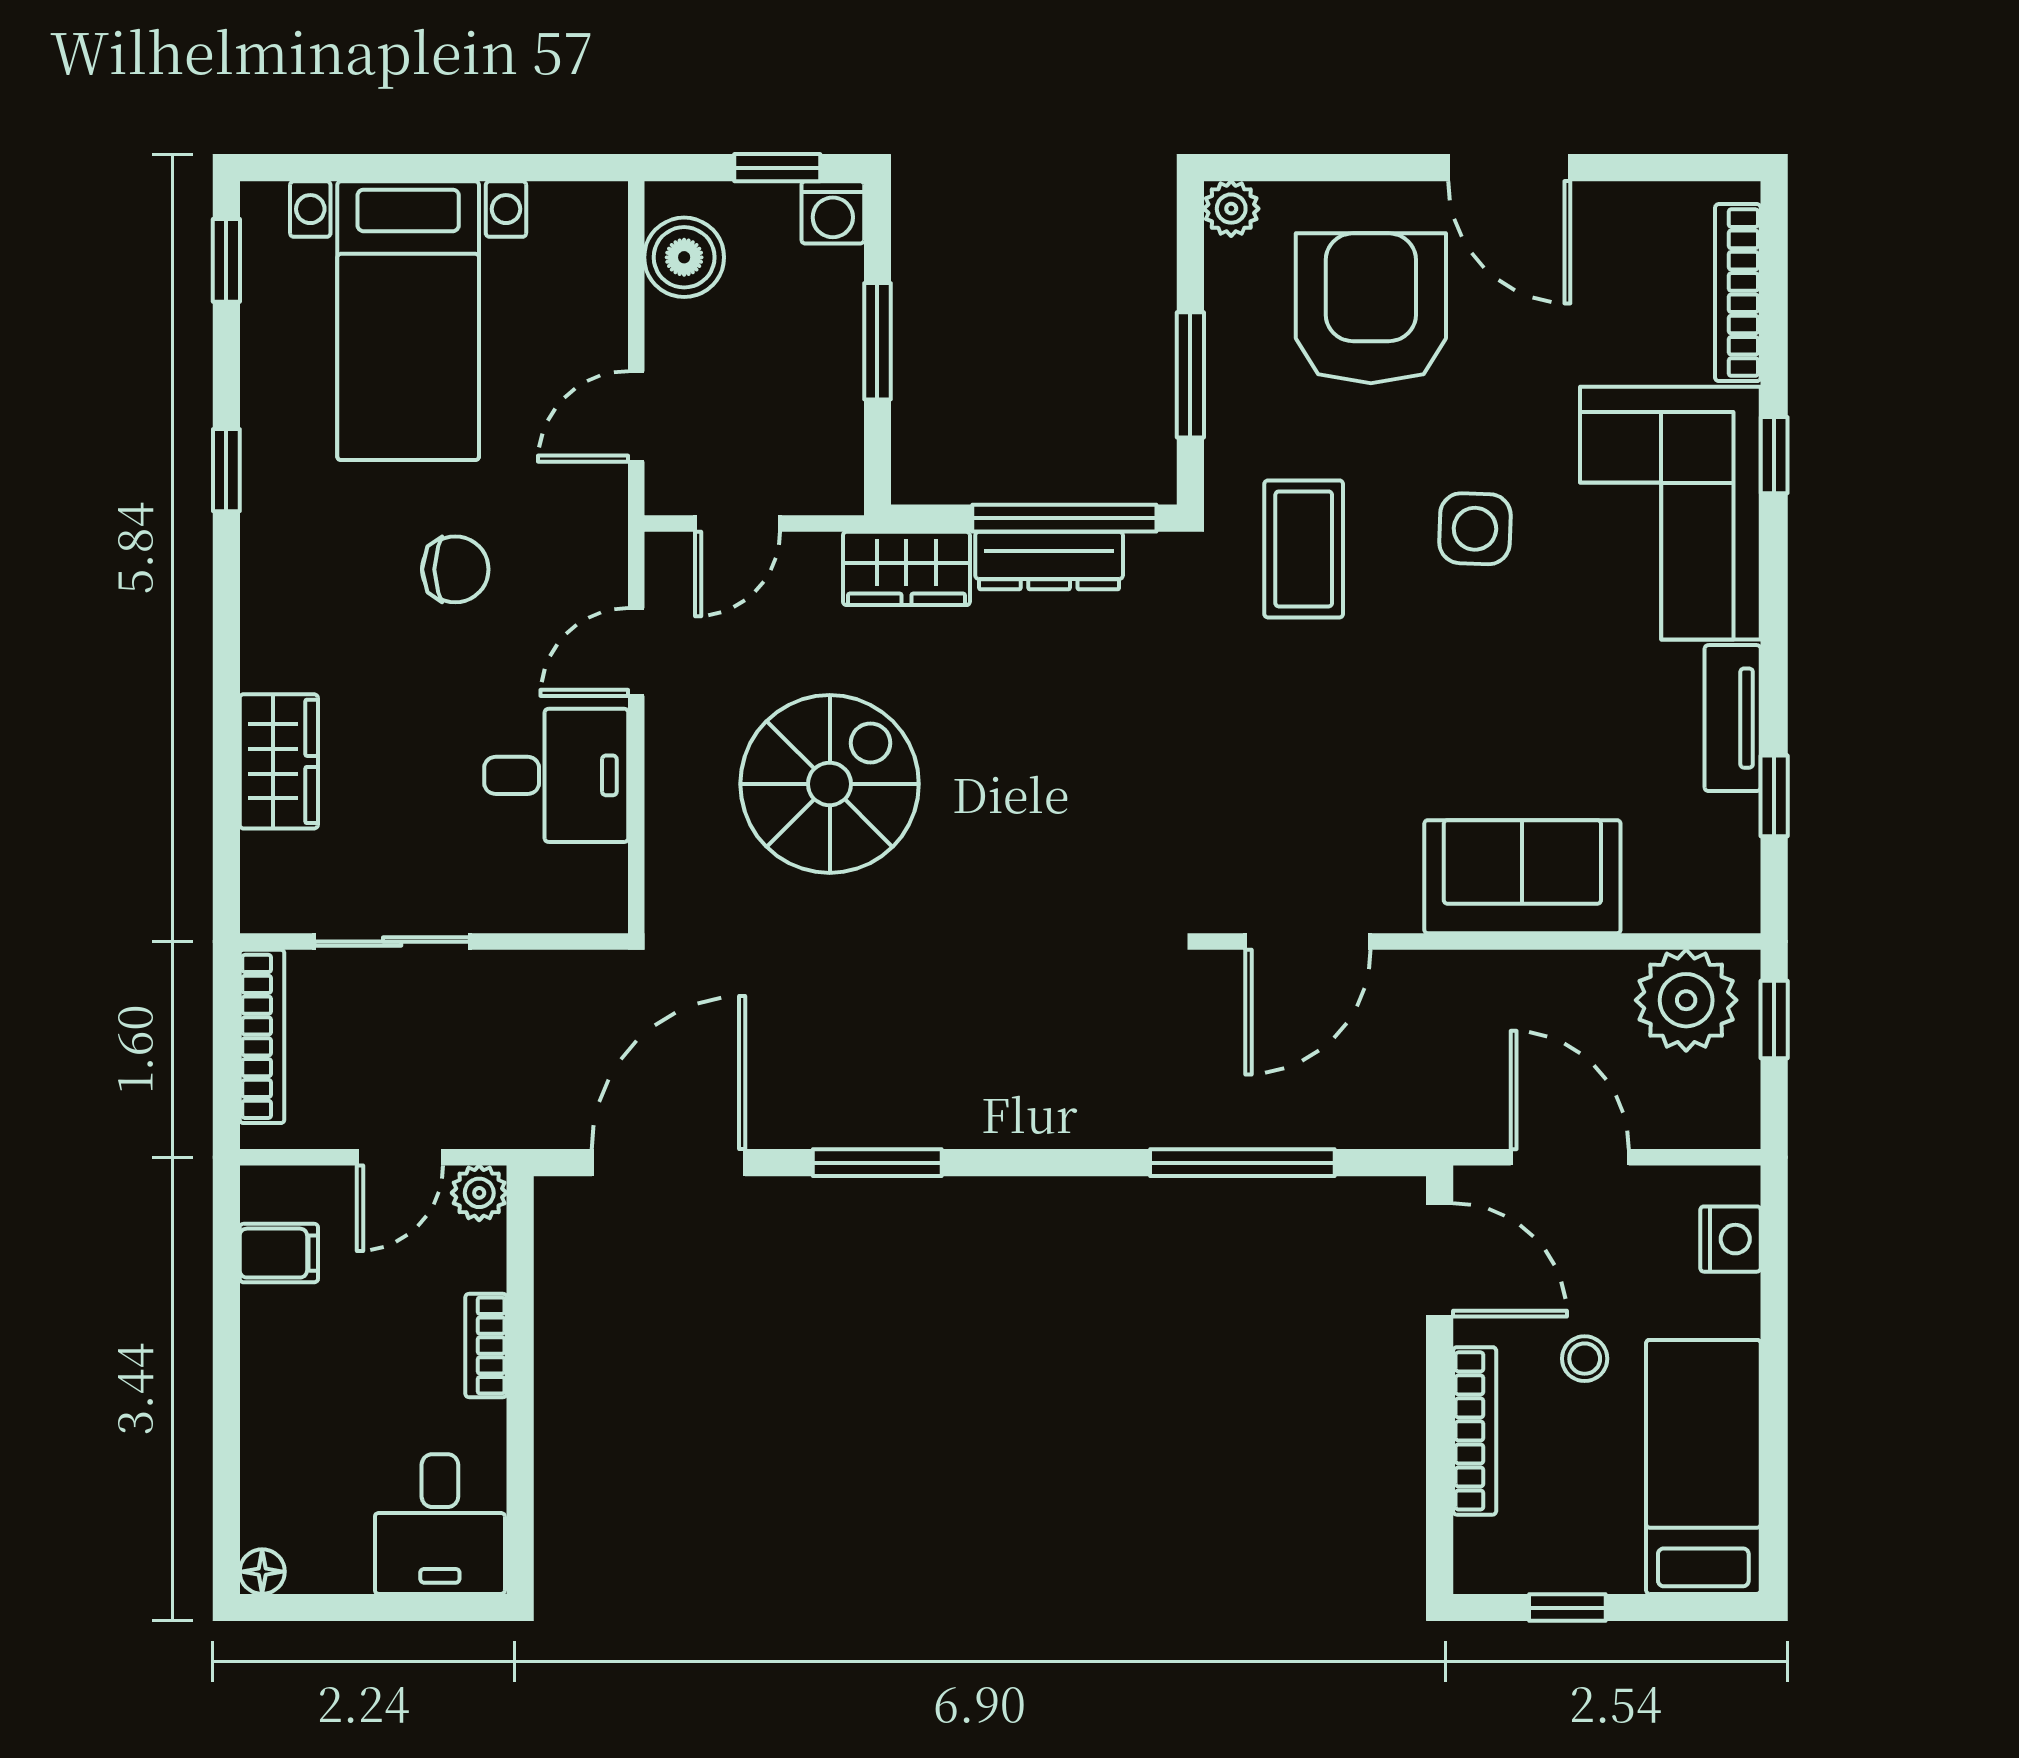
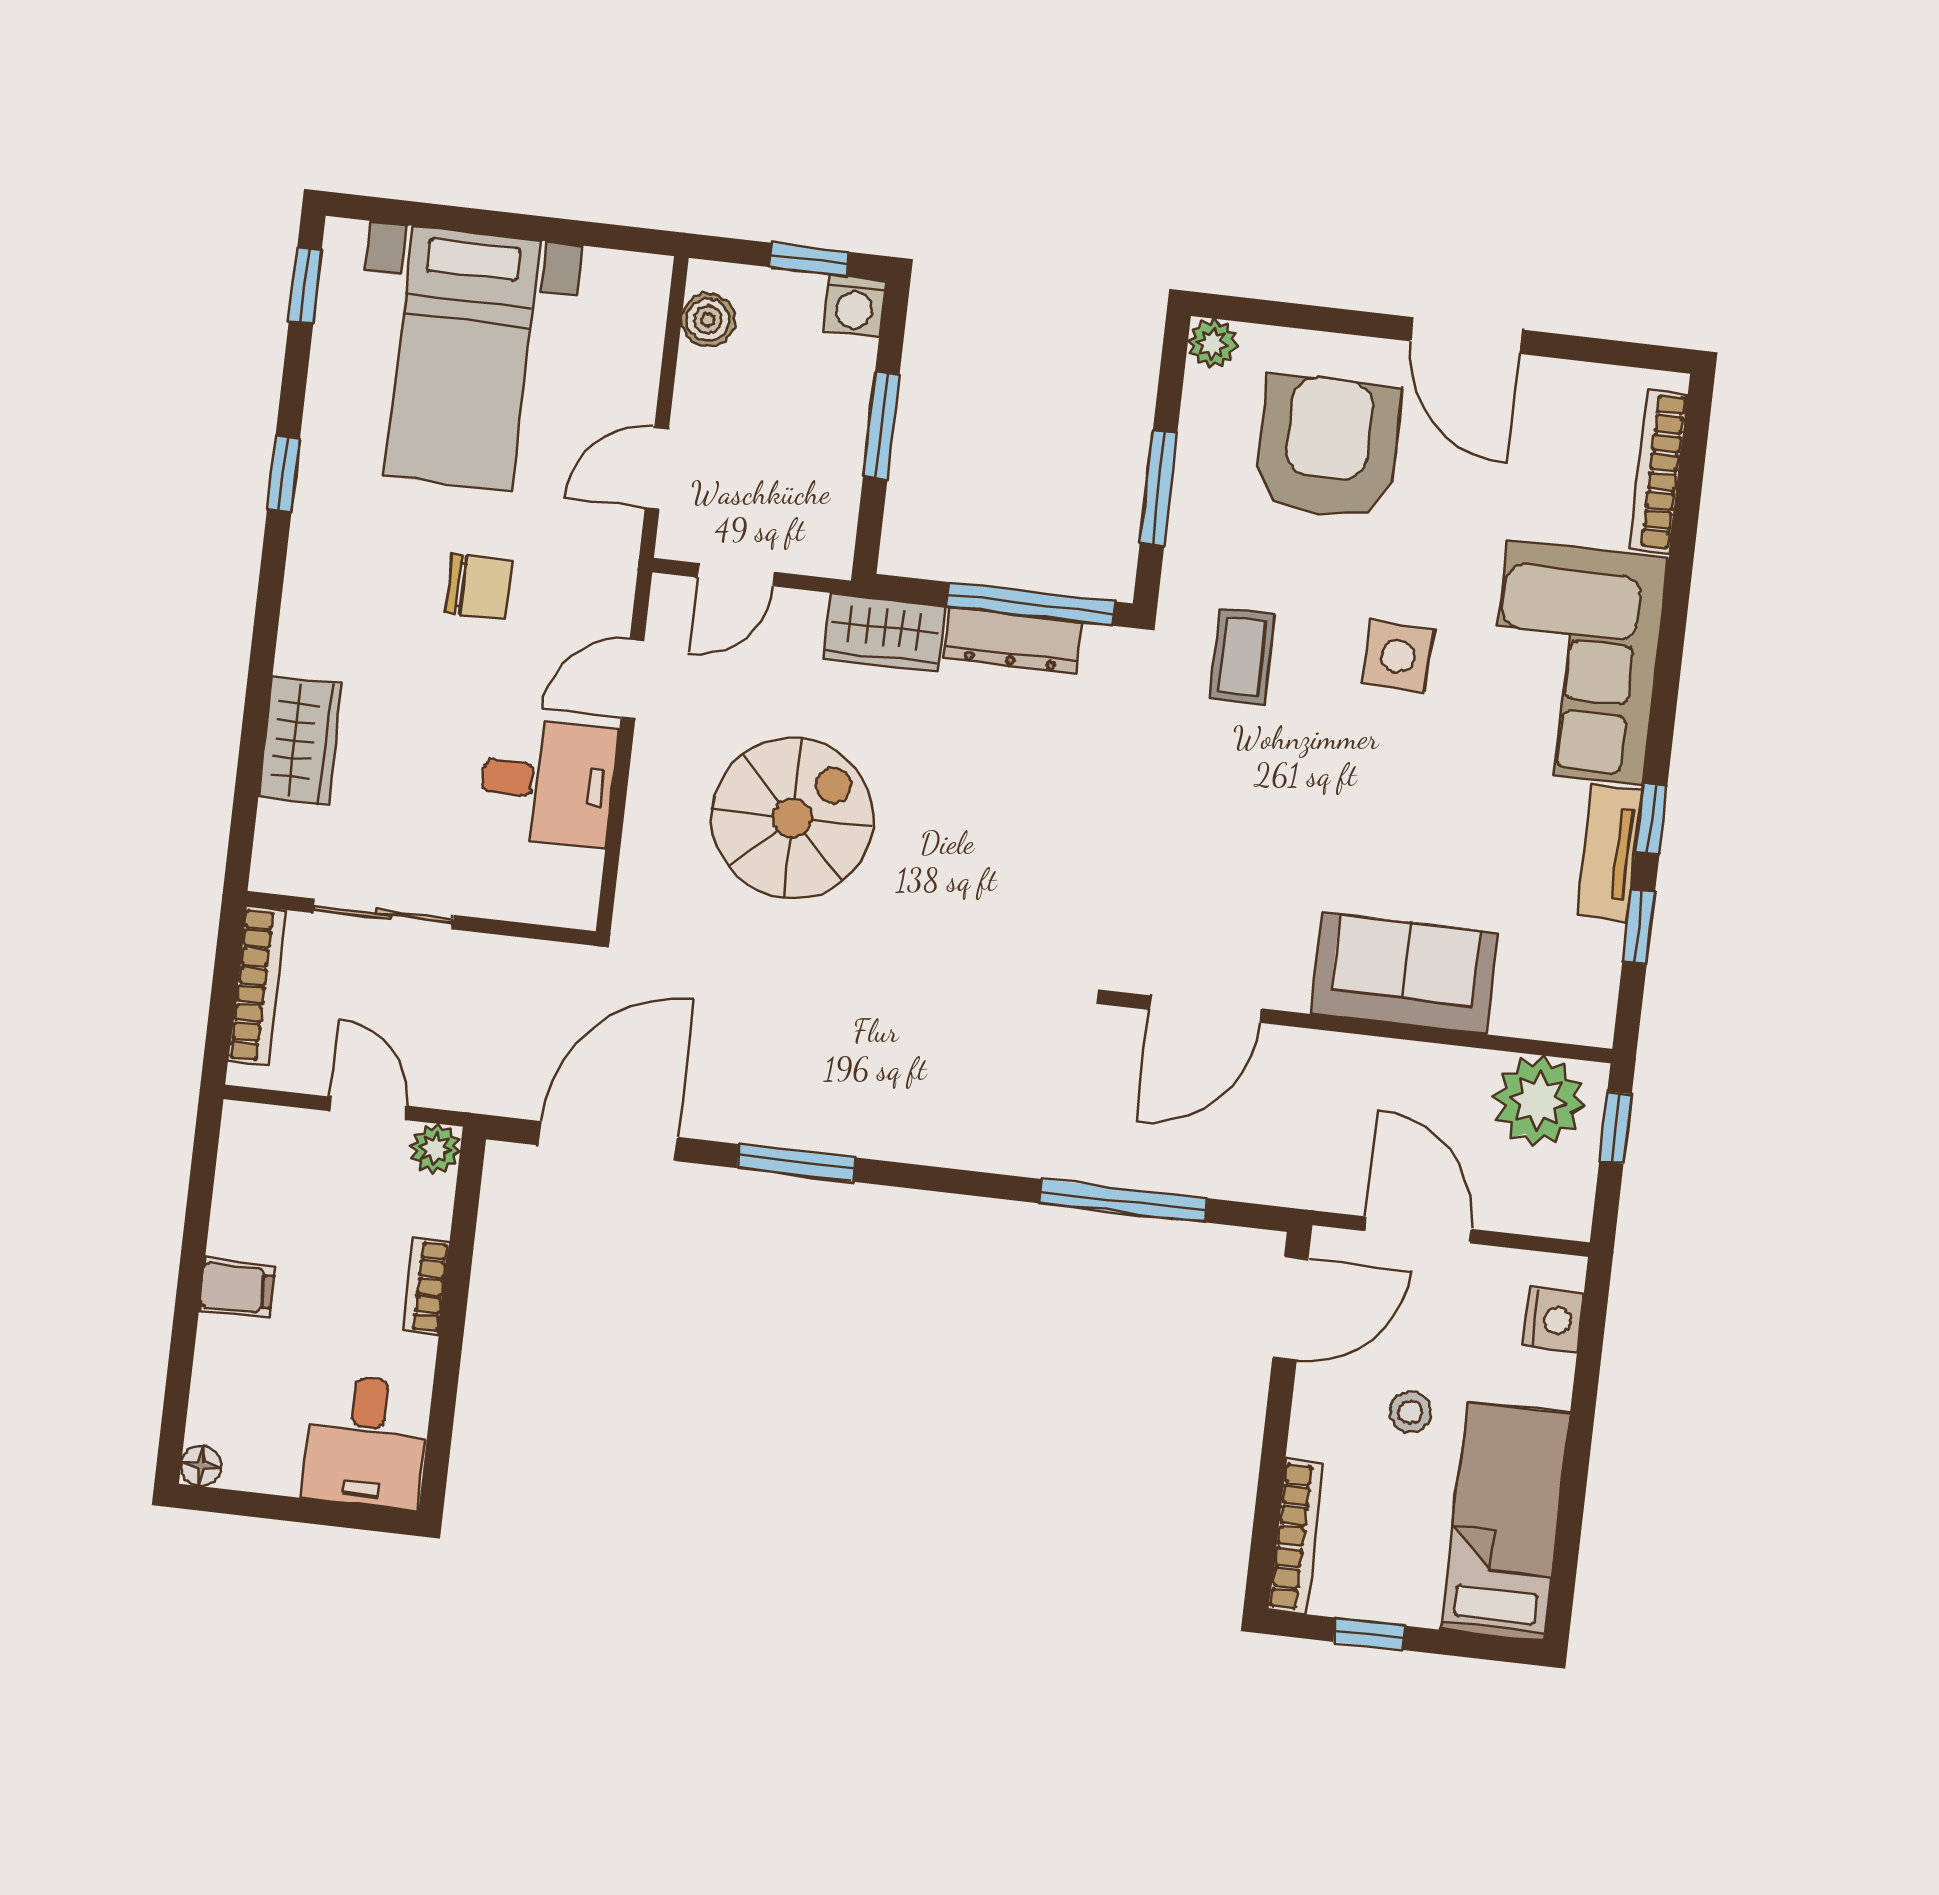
boiler: (684, 257) -> (708, 320), width x0.73, depth x0.73
window: (1774, 455) -> (1651, 819), moved
coffee table: (1304, 549) -> (1242, 656), width x0.73, depth x0.77
door: (400, 1157) -> (368, 1108), swing flipped
filing cabinet: (279, 1253) -> (237, 1288), moved
door: (1440, 1260) -> (1290, 1309), hinge flipped
bookcase: (1475, 1431) -> (1296, 1537), moved

